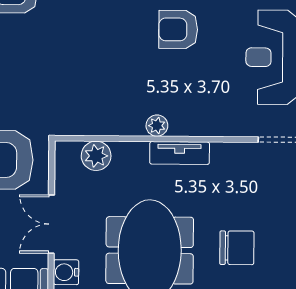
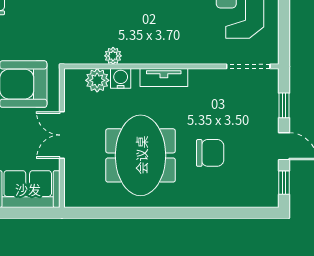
plant: (157, 126) -> (113, 56), moved
water cooler: (66, 272) -> (121, 78), moved, turned 90

